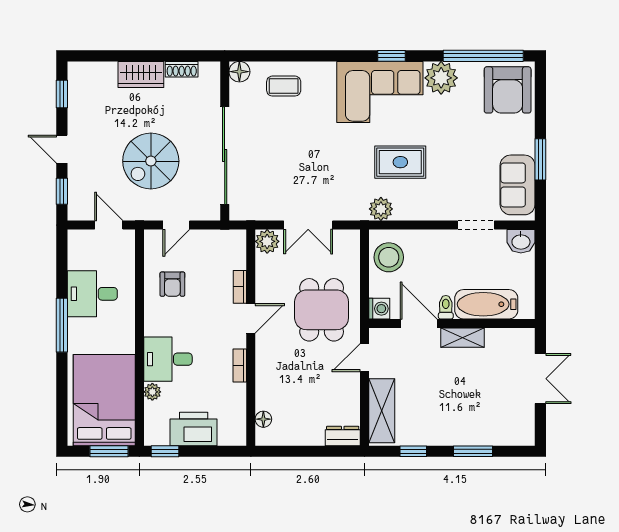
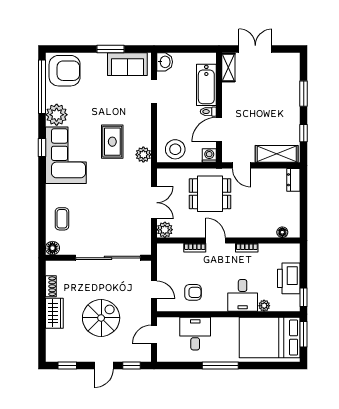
spiral stairs: (151, 161) -> (101, 318), moved, turned -90
desk: (92, 294) -> (195, 334), moved, turned 180
shelving: (462, 338) -> (228, 68), moved

